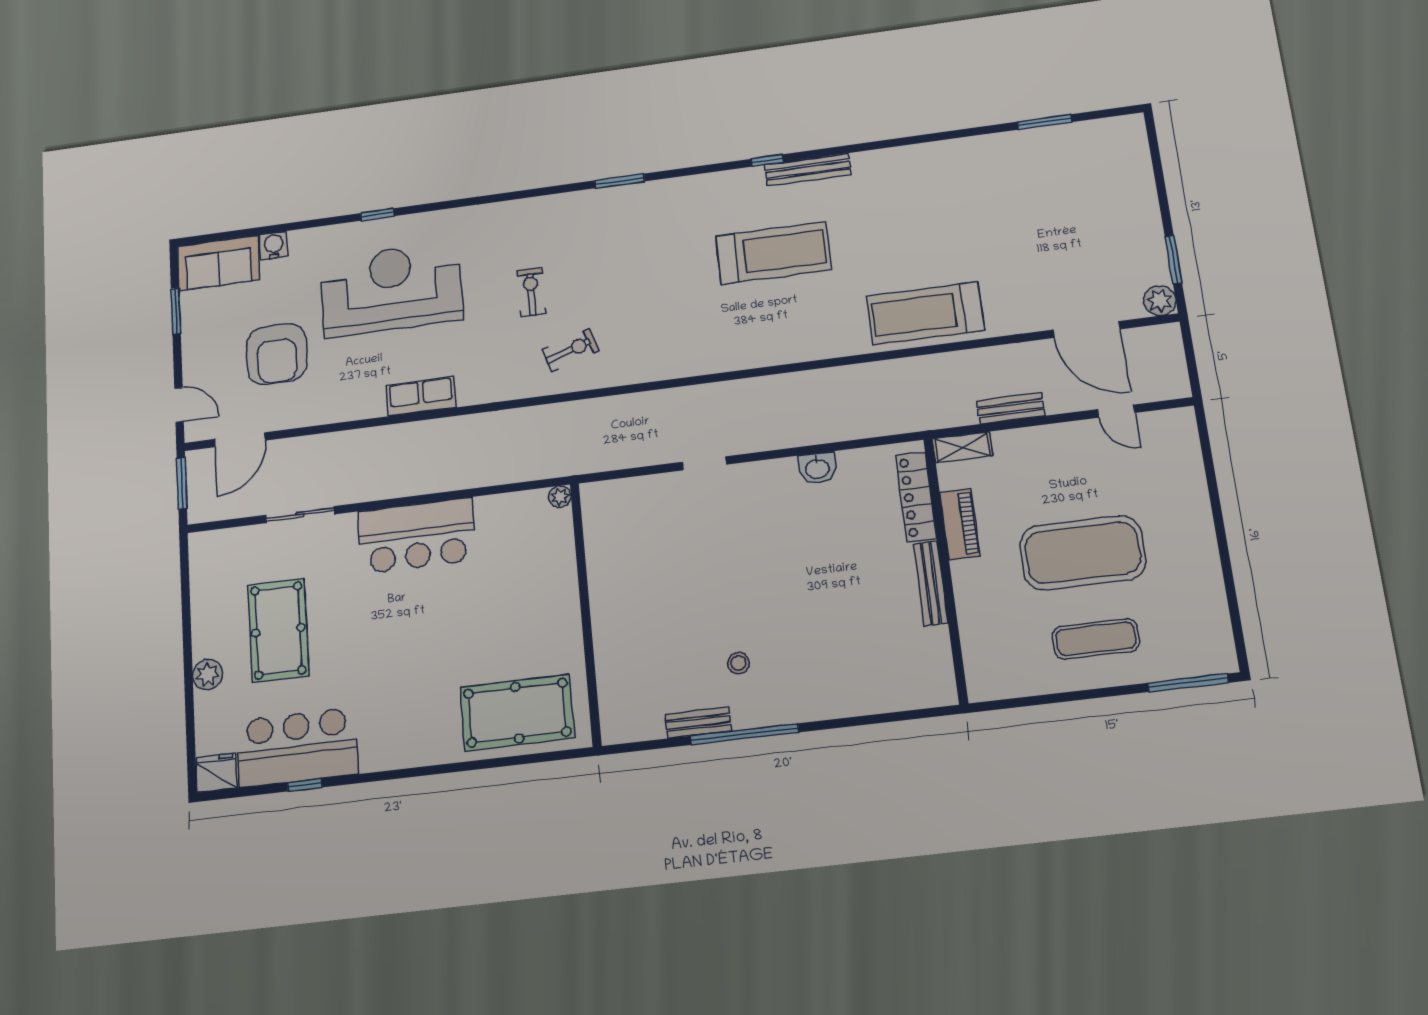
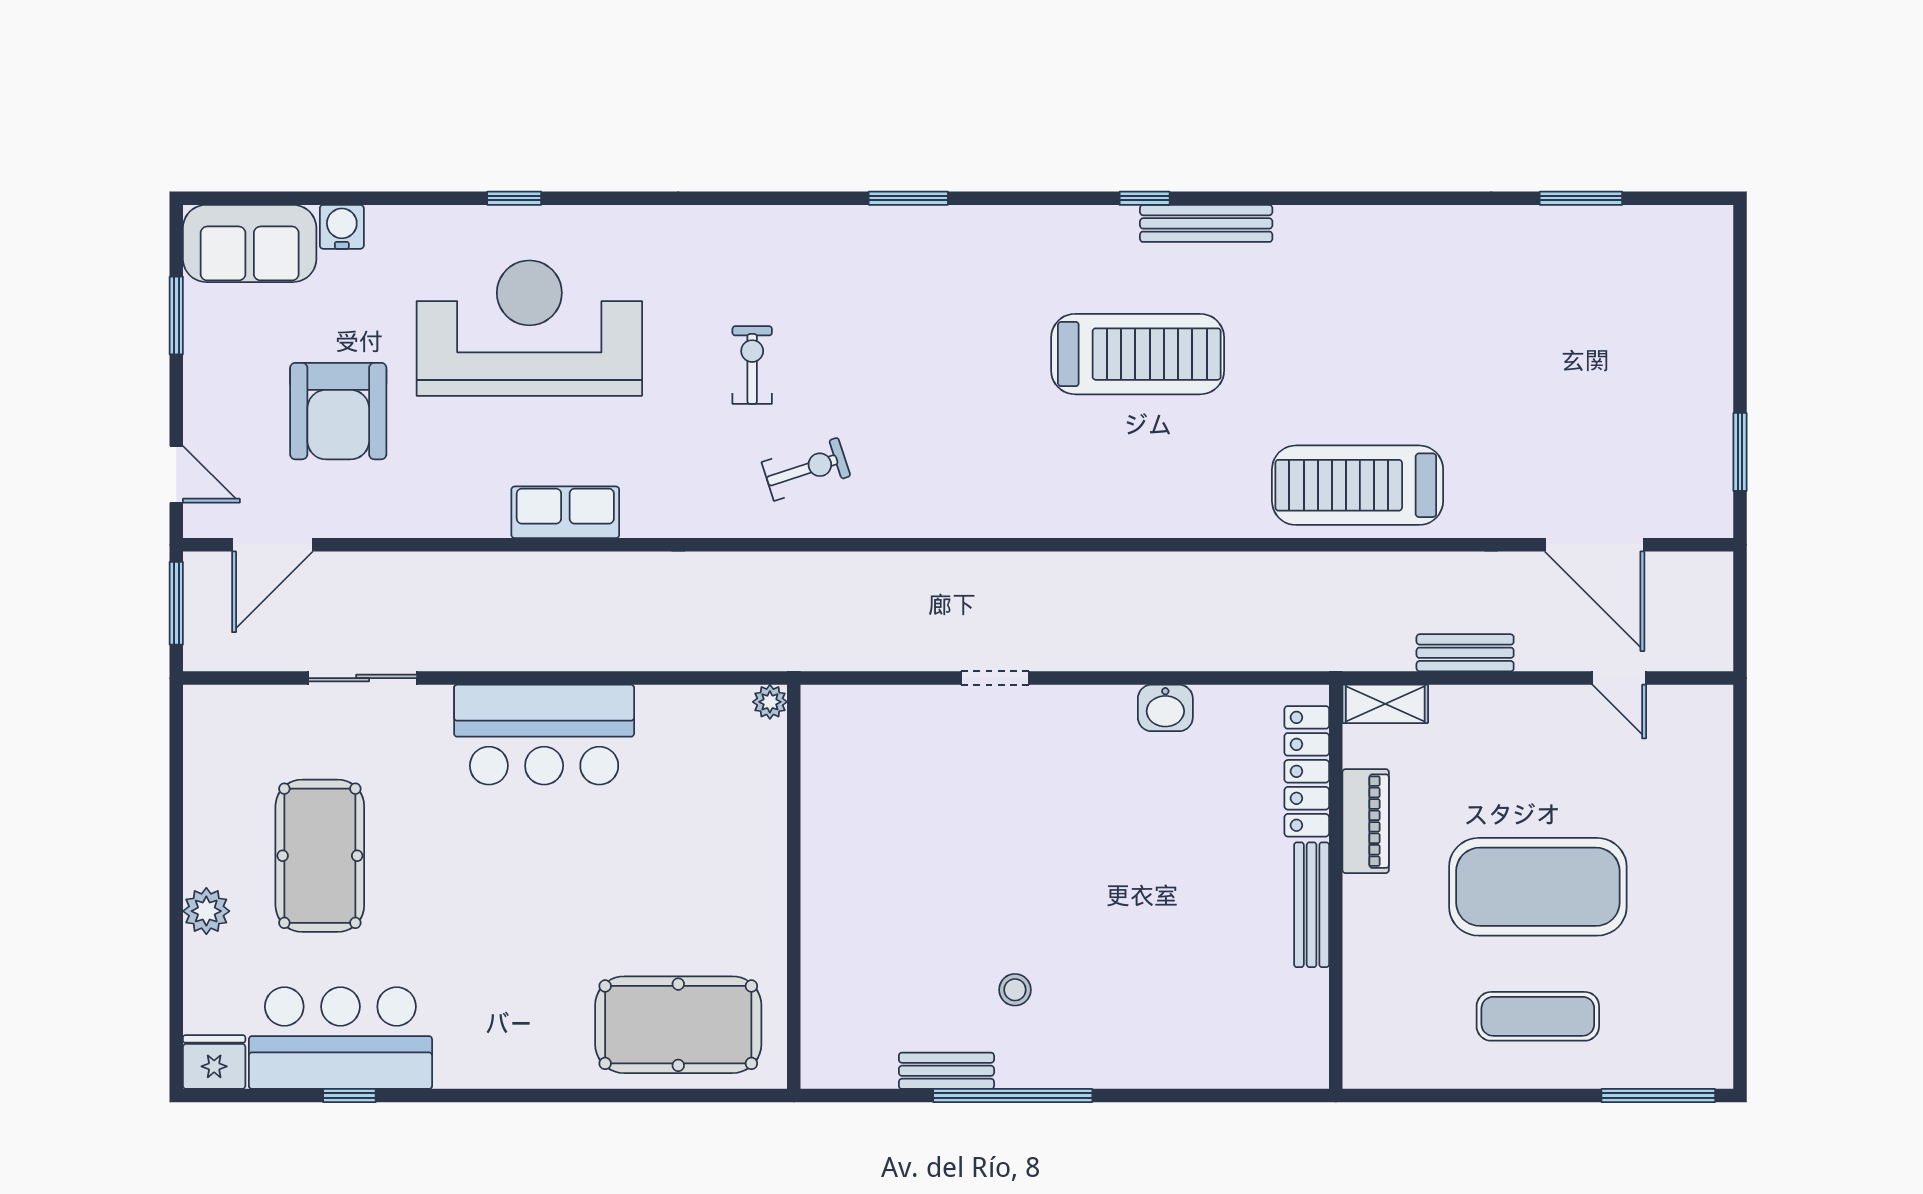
plant: (1160, 301) -> (1709, 514), removed

